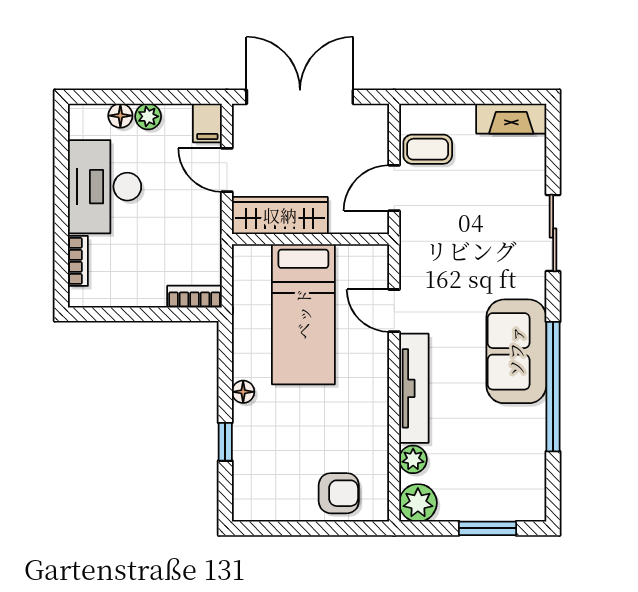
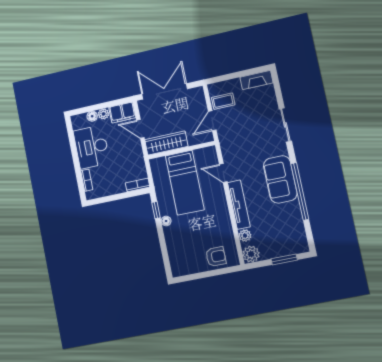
filing cabinet: (207, 123) -> (122, 112), width x2.00
window: (225, 442) -> (156, 210), moved

